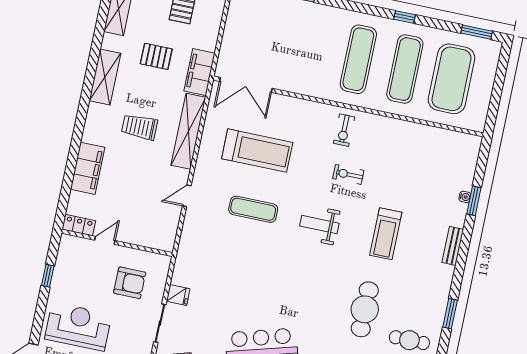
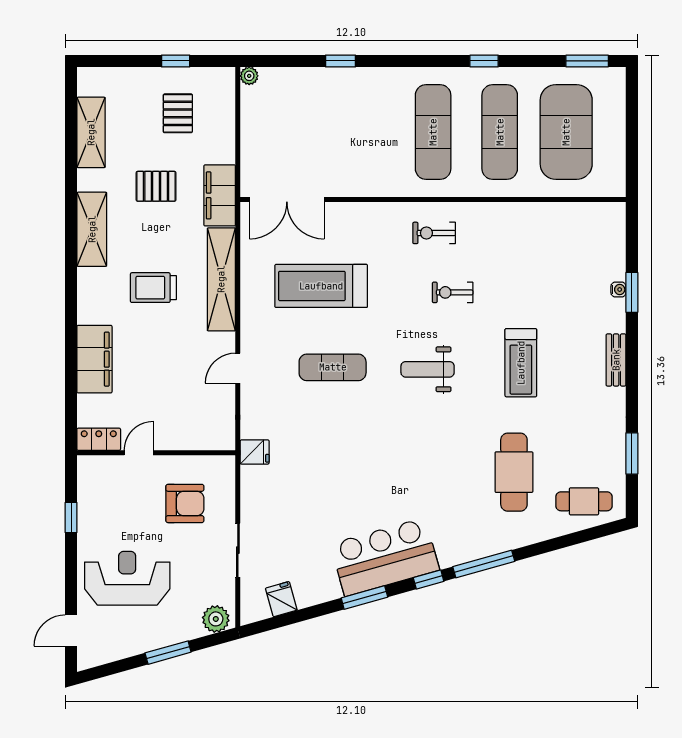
exercise bike: (344, 130) -> (434, 233), turned 90
treadmill: (257, 151) -> (321, 286), turned 180
fridge: (178, 295) -> (255, 452), moved

